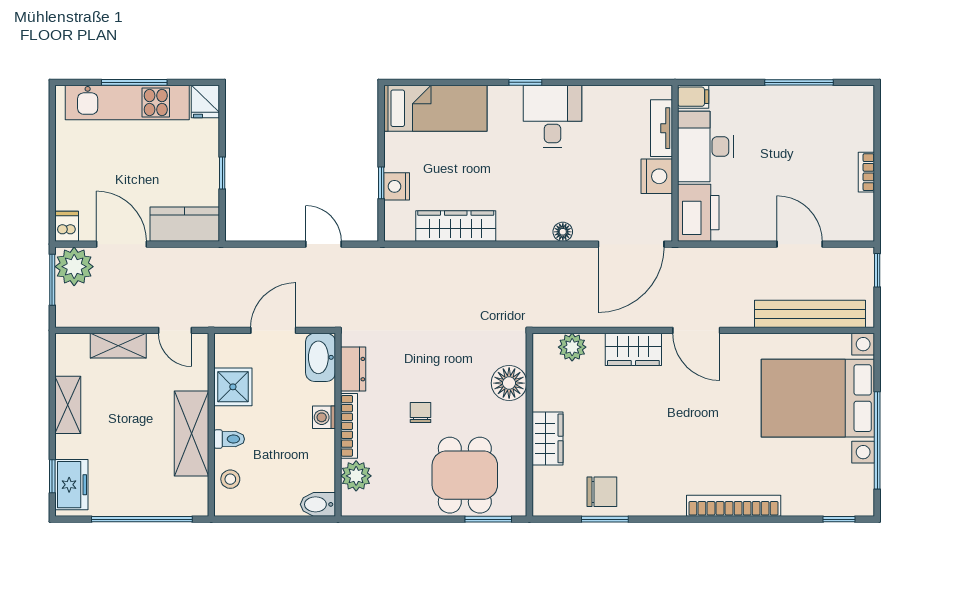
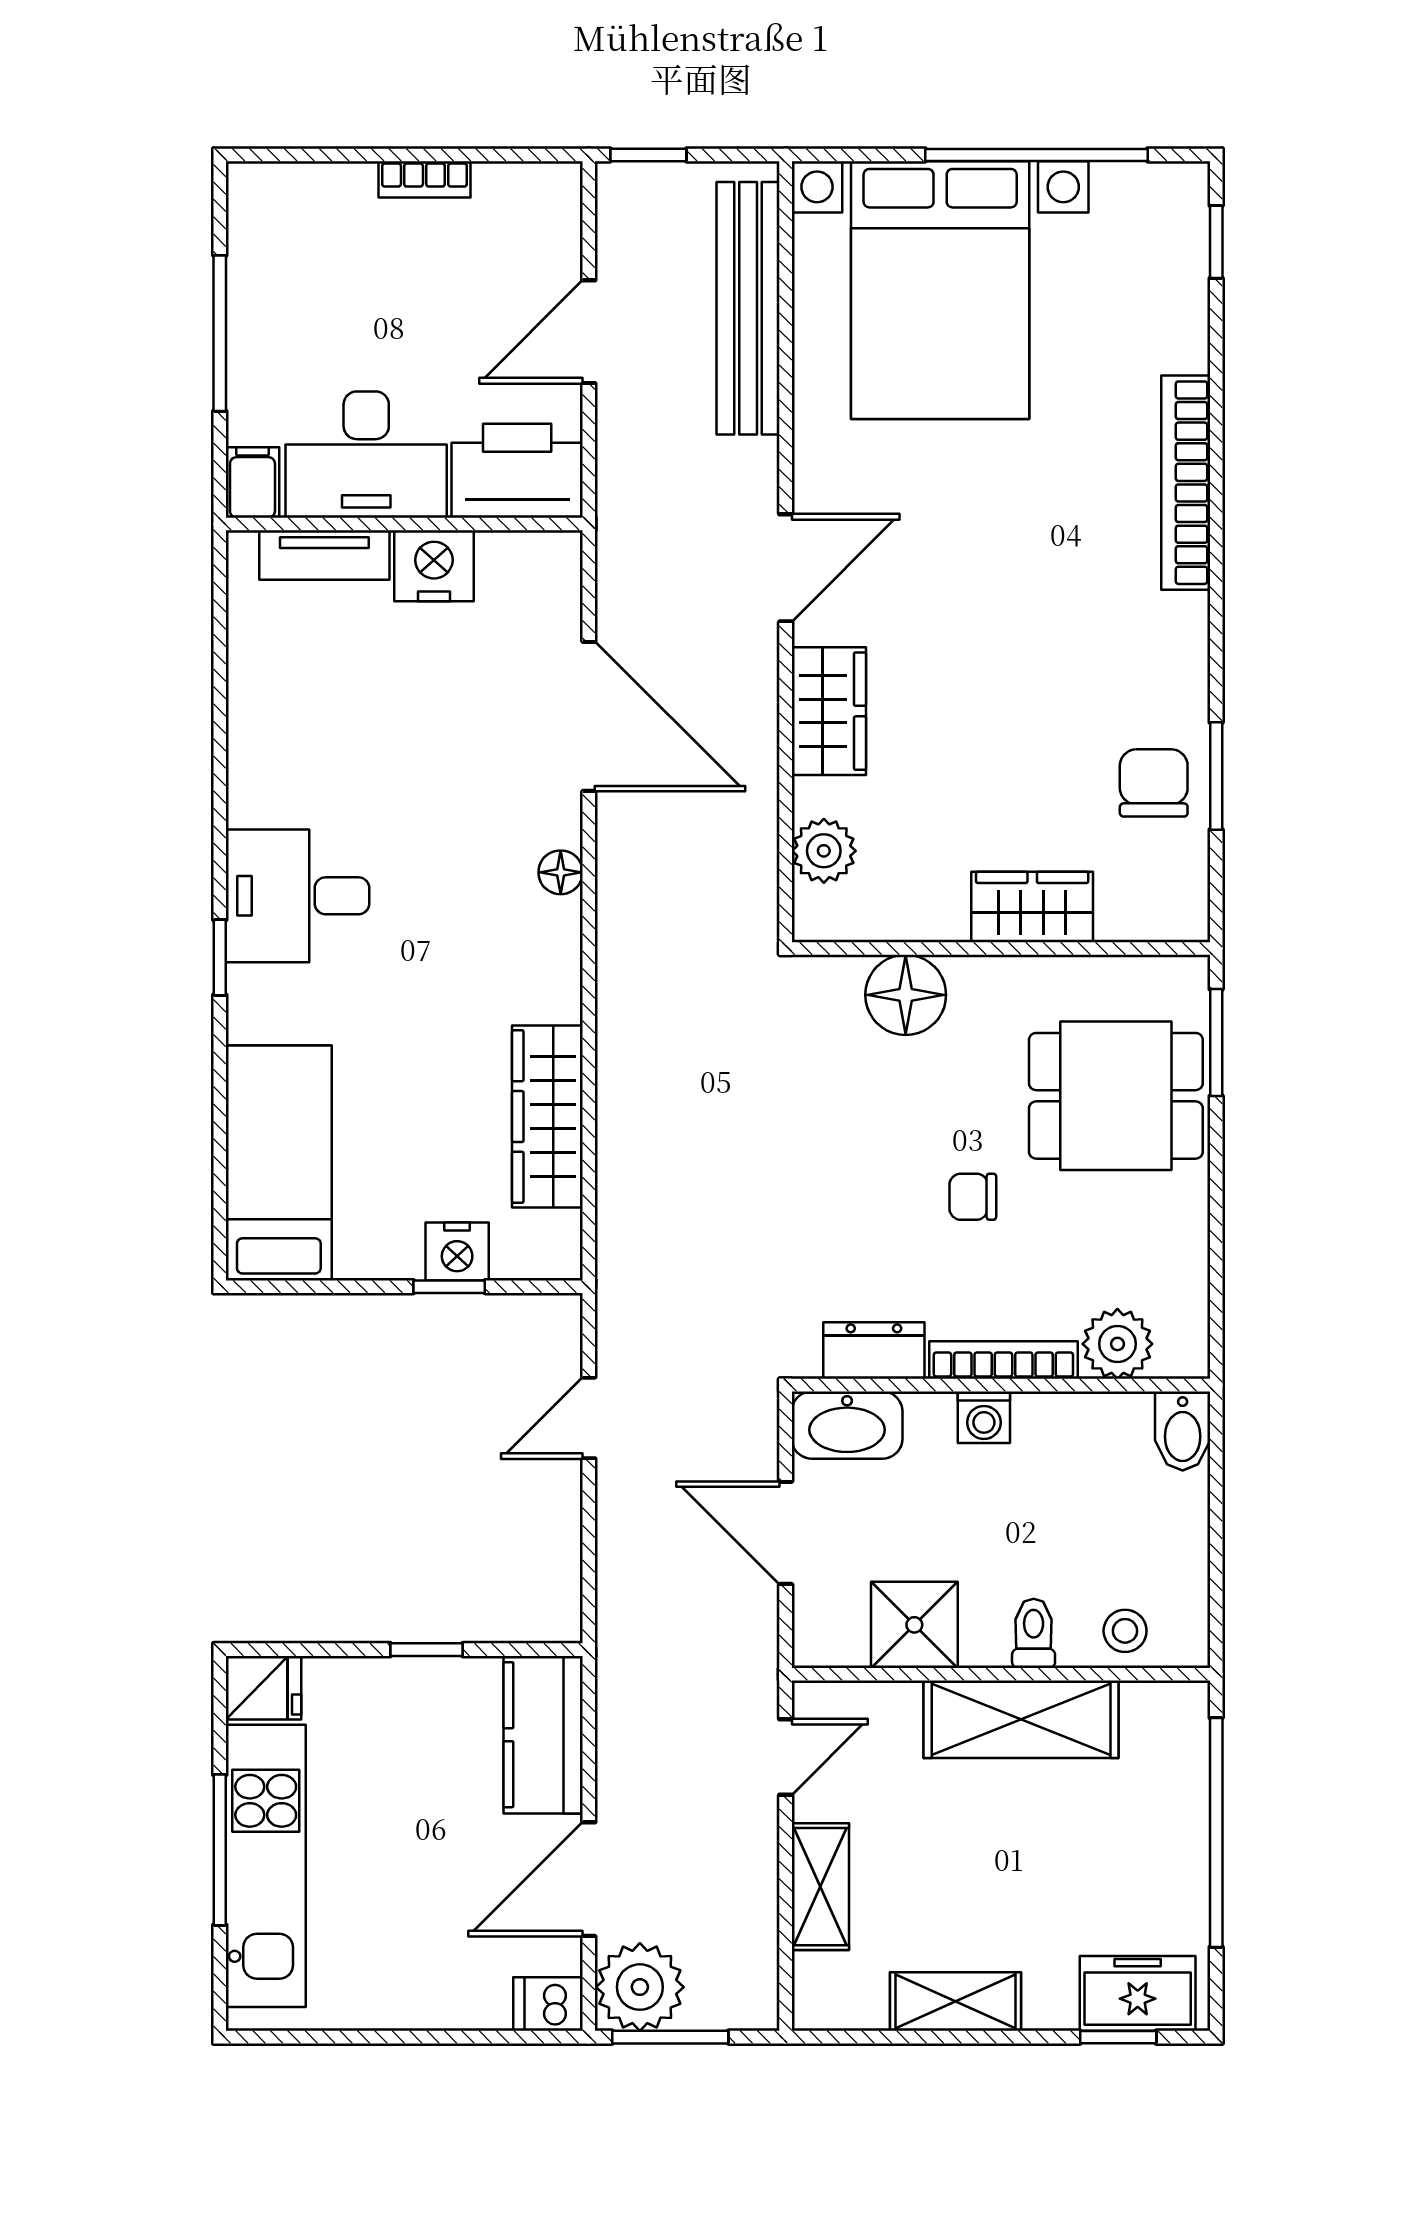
filing cabinet: (693, 97) -> (252, 482), moved
tv unit: (661, 128) -> (324, 555), moved
desk: (705, 147) -> (366, 455), moved
wall: (675, 163) -> (404, 524), moved
nightstand: (657, 176) -> (434, 566), moved
printer: (698, 213) -> (517, 471), moved

